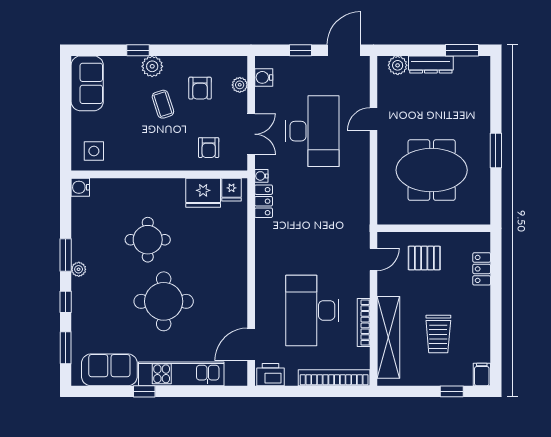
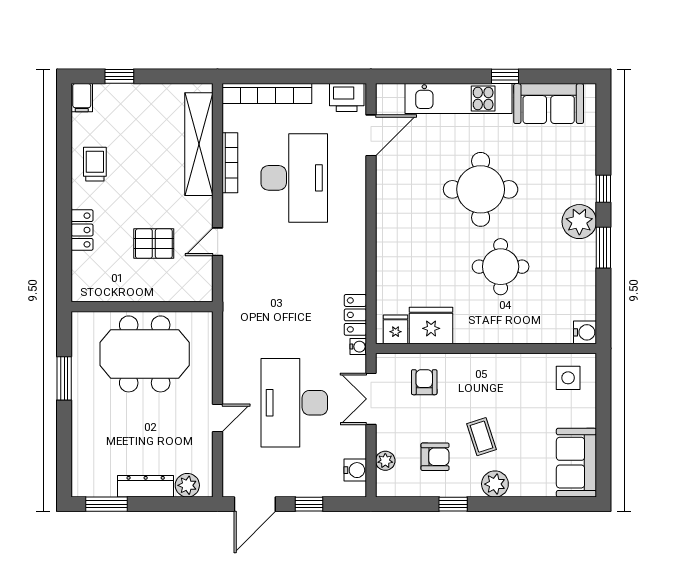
window: (138, 50) -> (453, 504), moved
armchair: (200, 88) -> (435, 457), turned 90
wall: (434, 228) -> (142, 307), moved
plant: (79, 269) -> (579, 222), width x1.87, depth x1.87
trolley: (438, 334) -> (95, 164), moved, width x0.73, depth x0.72
window: (66, 348) -> (603, 131), removed

